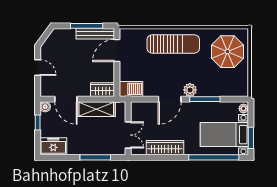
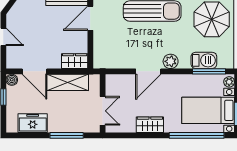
barbecue: (131, 89) -> (204, 60), moved
window: (205, 99) -> (209, 71), moved
freezer: (53, 146) -> (33, 123), moved
wardrobe: (165, 148) -> (150, 125), width x0.67

